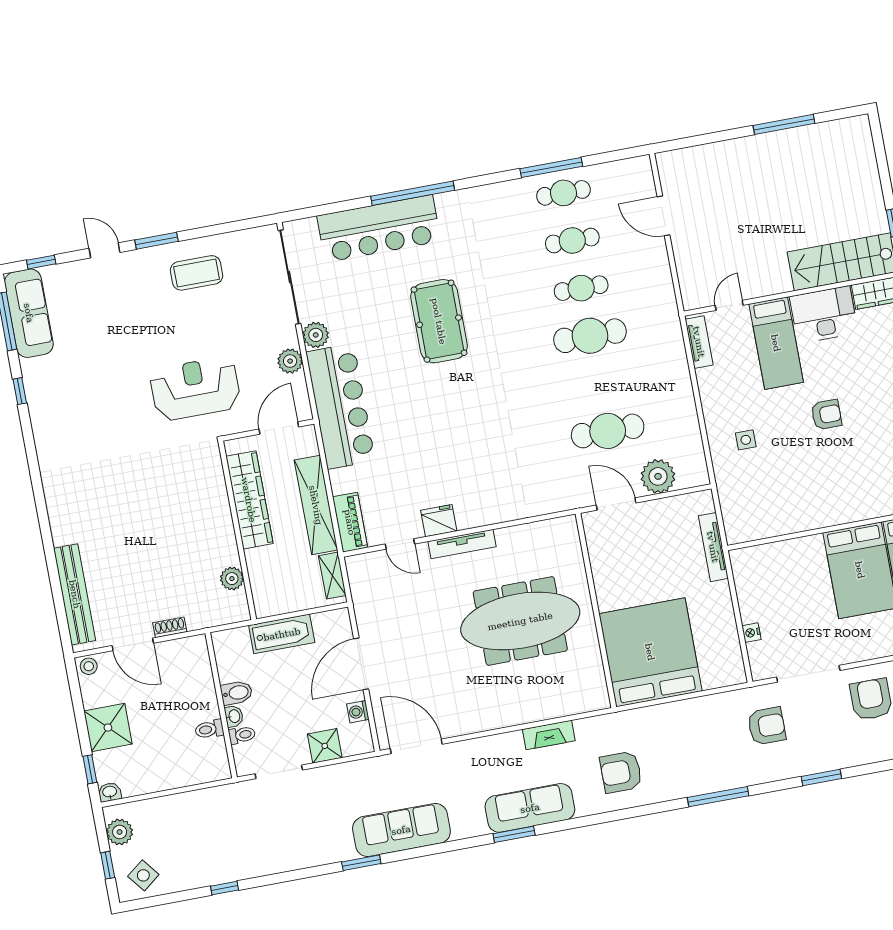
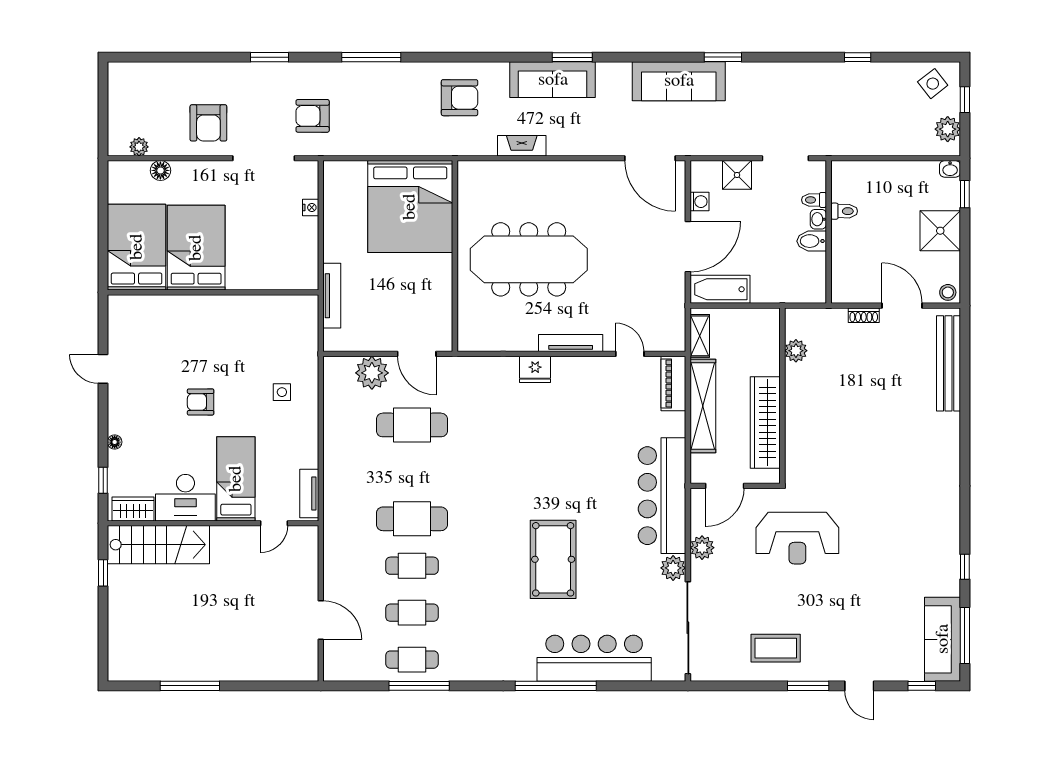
fridge: (439, 521) -> (535, 369), moved
bathtub: (282, 634) -> (720, 289), moved

